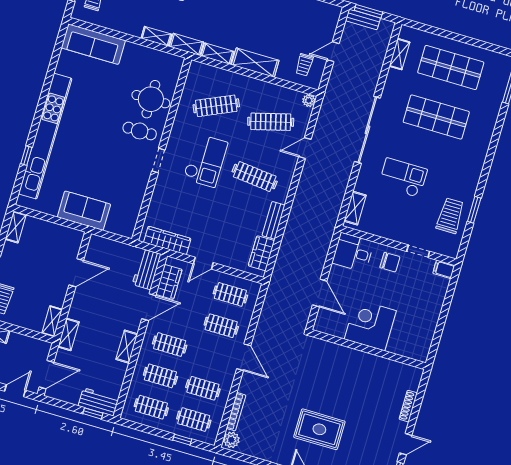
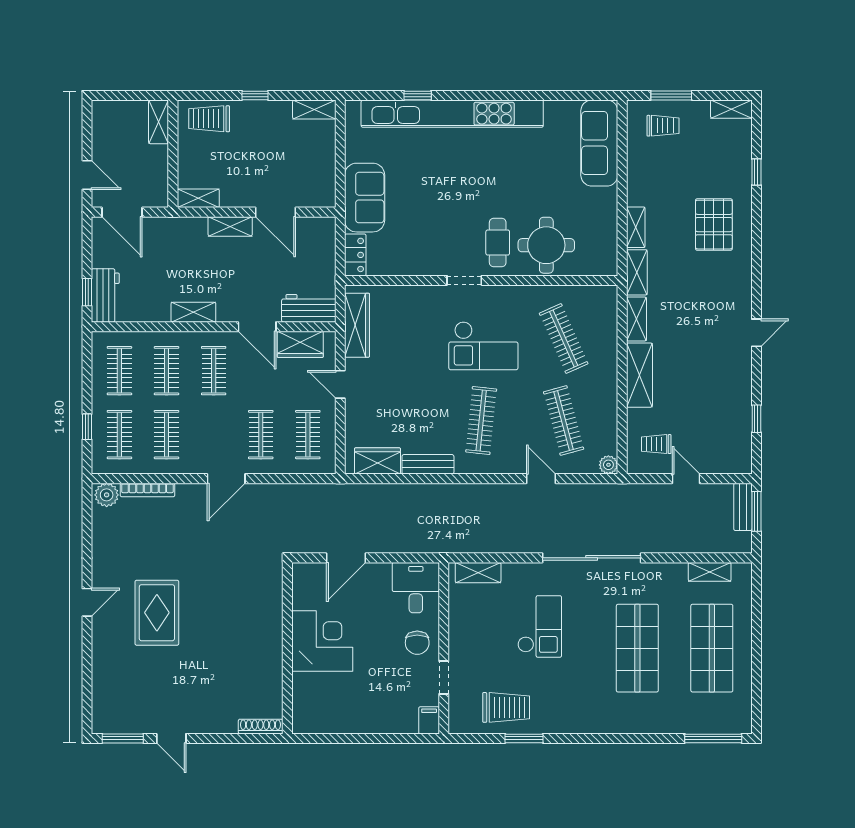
locker: (120, 228) -> (355, 255), added
shelving: (69, 334) -> (230, 226), moved
shoe rack: (408, 406) -> (260, 727), moved

